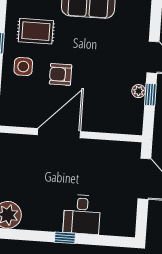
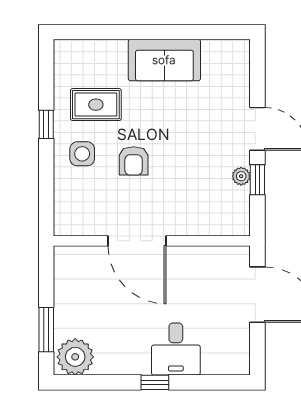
armchair: (61, 74) -> (134, 161), turned -90
door: (59, 133) -> (137, 241), swing flipped

